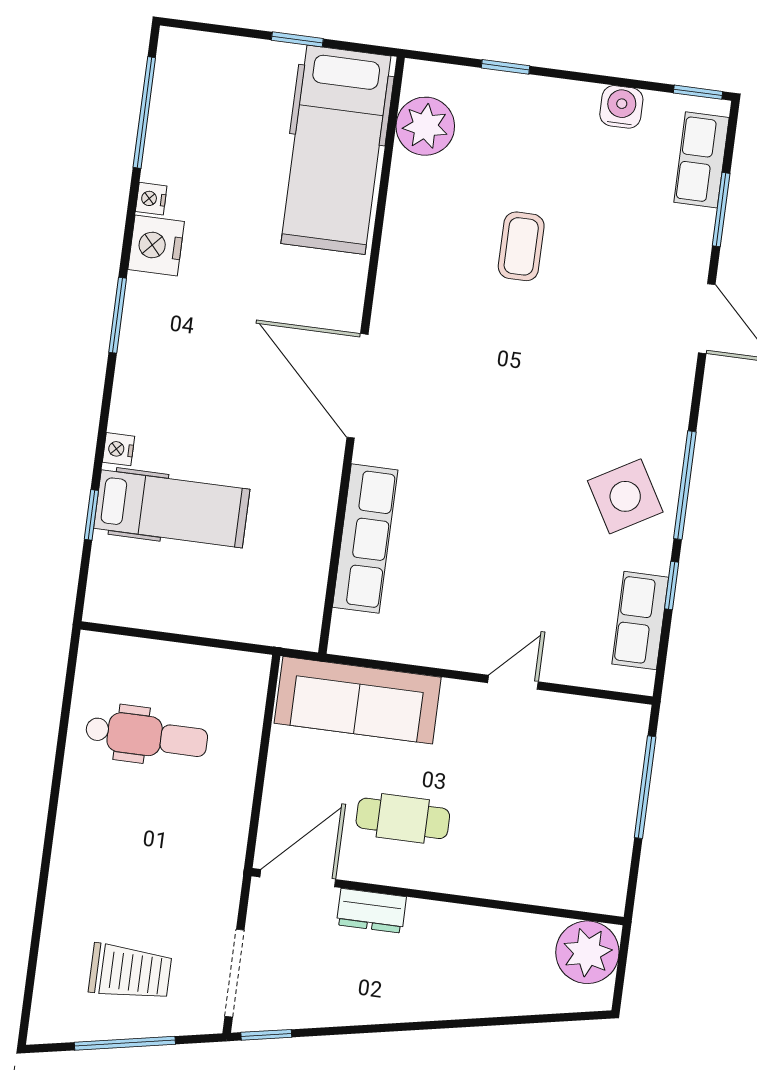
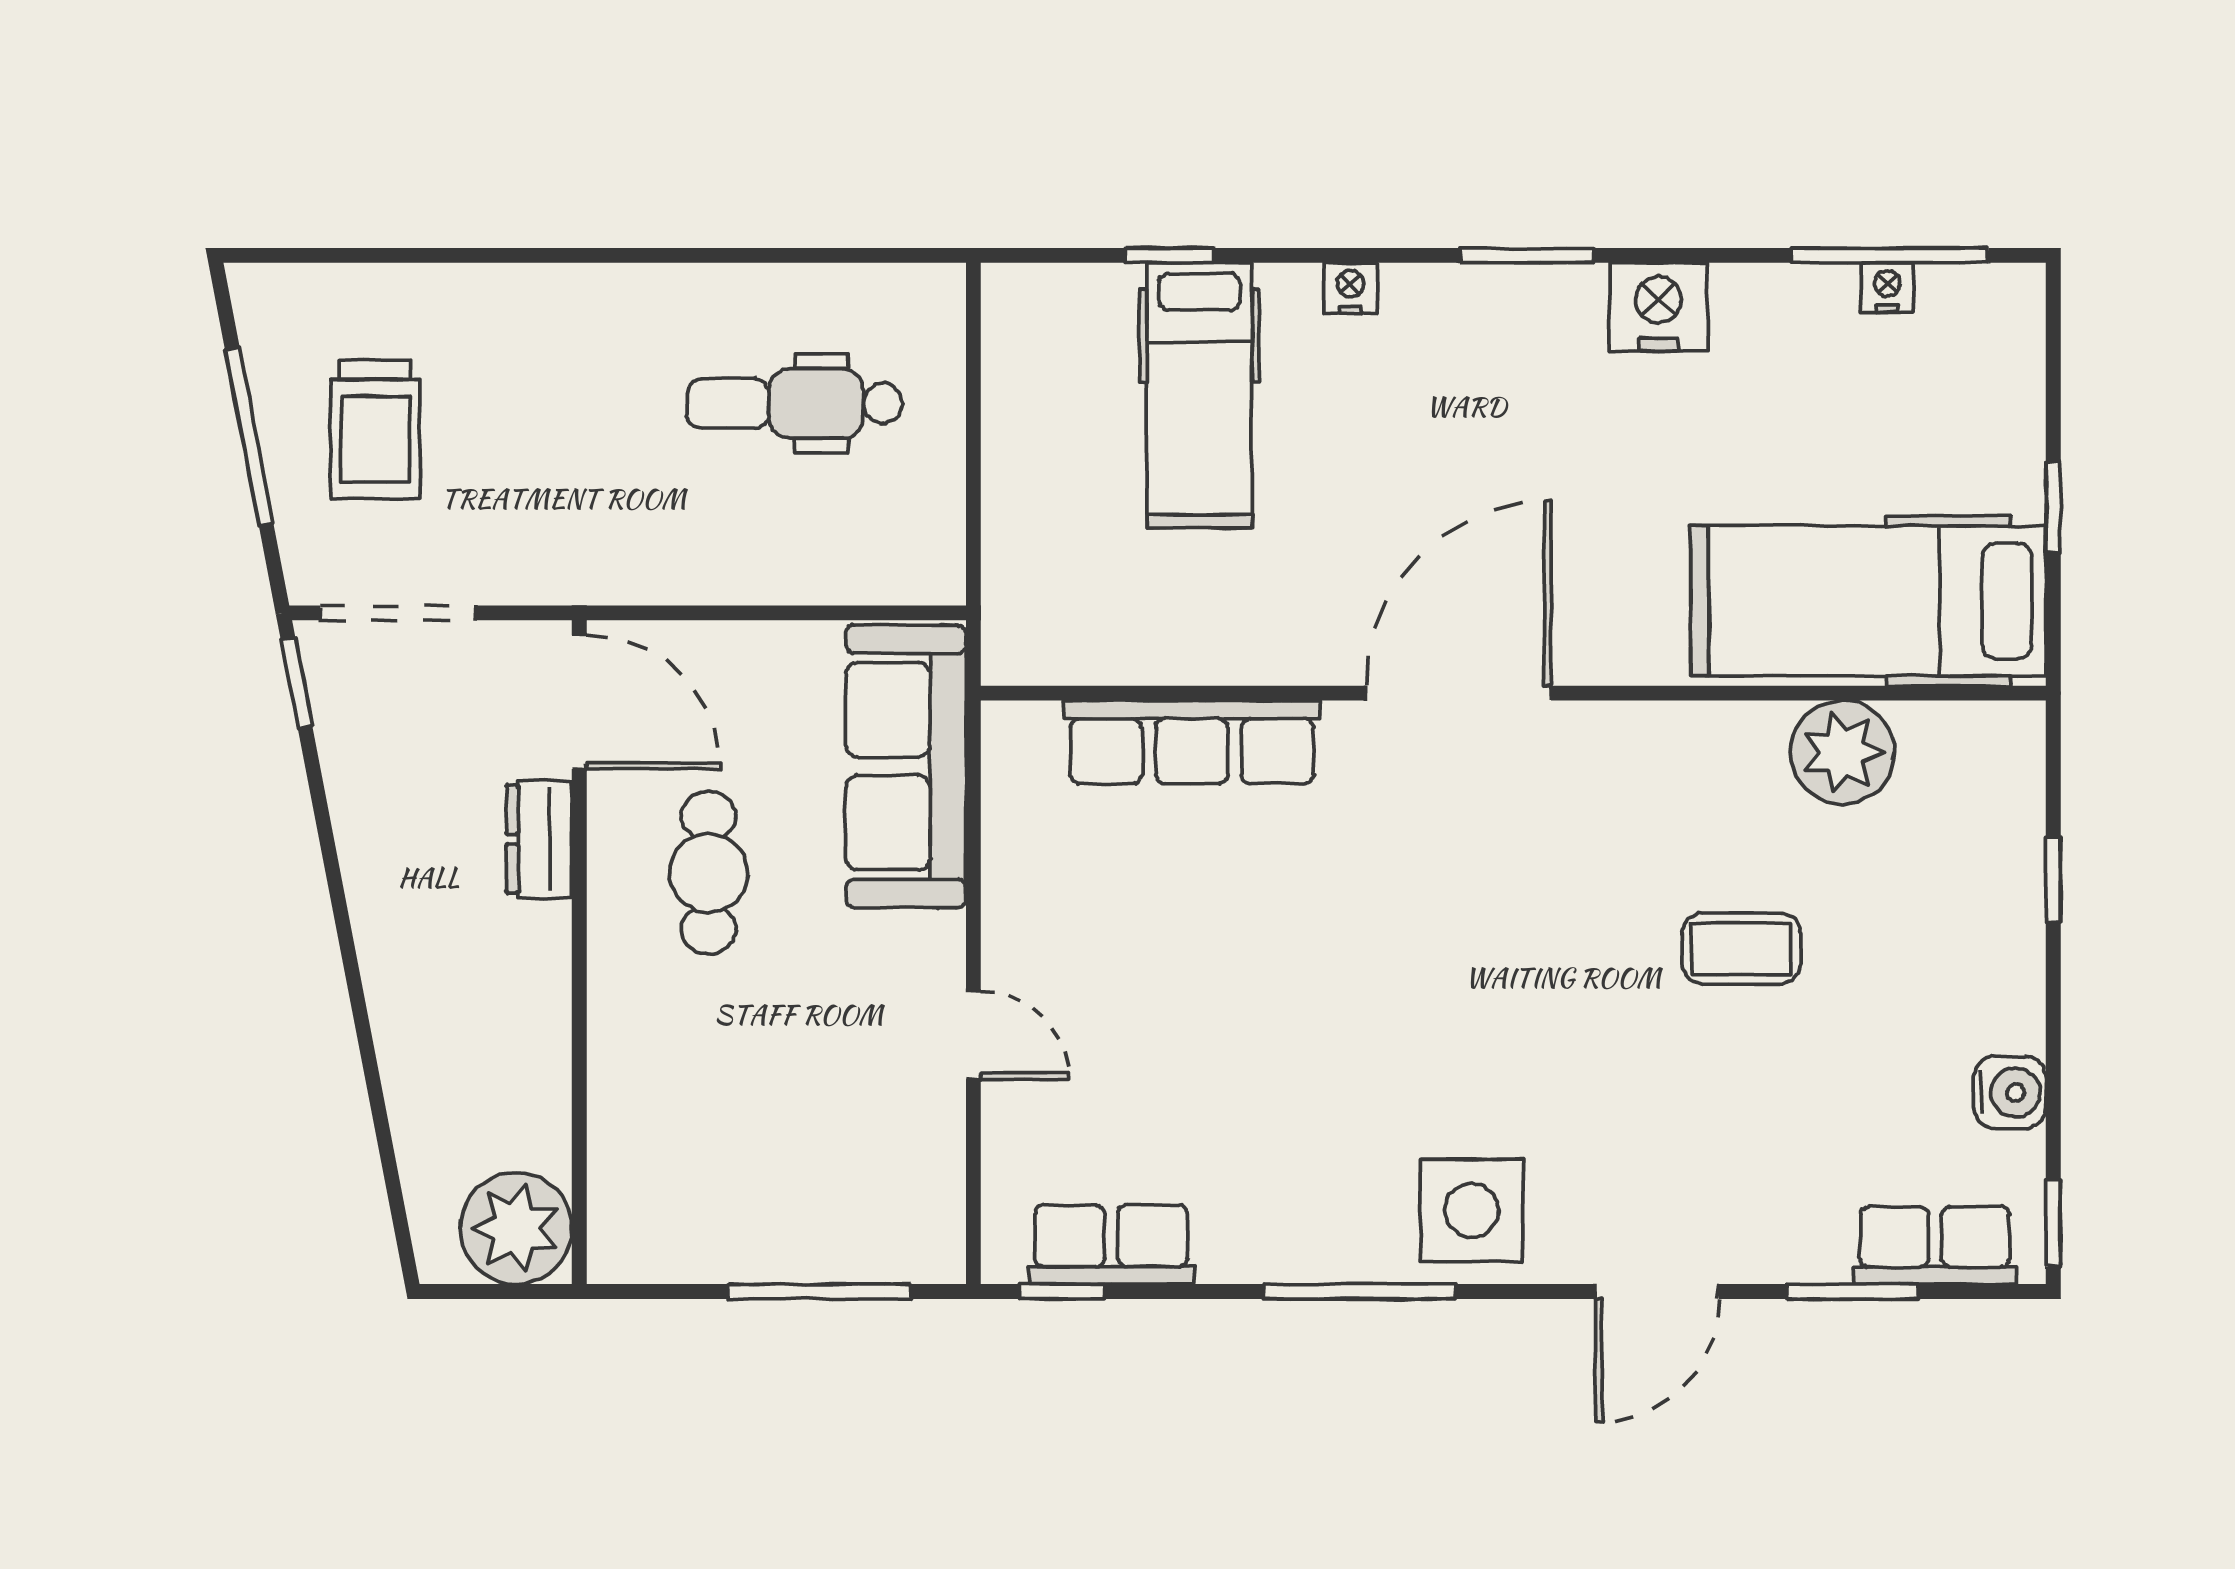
plant: (425, 126) -> (1842, 752), moved
nightstand: (151, 199) -> (1887, 287), moved
nightstand: (119, 449) -> (1350, 288), moved
side table: (625, 496) -> (1472, 1210), moved, turned 30
window: (672, 585) -> (1062, 1292), moved
dental chair: (147, 736) -> (795, 403), turned 90

